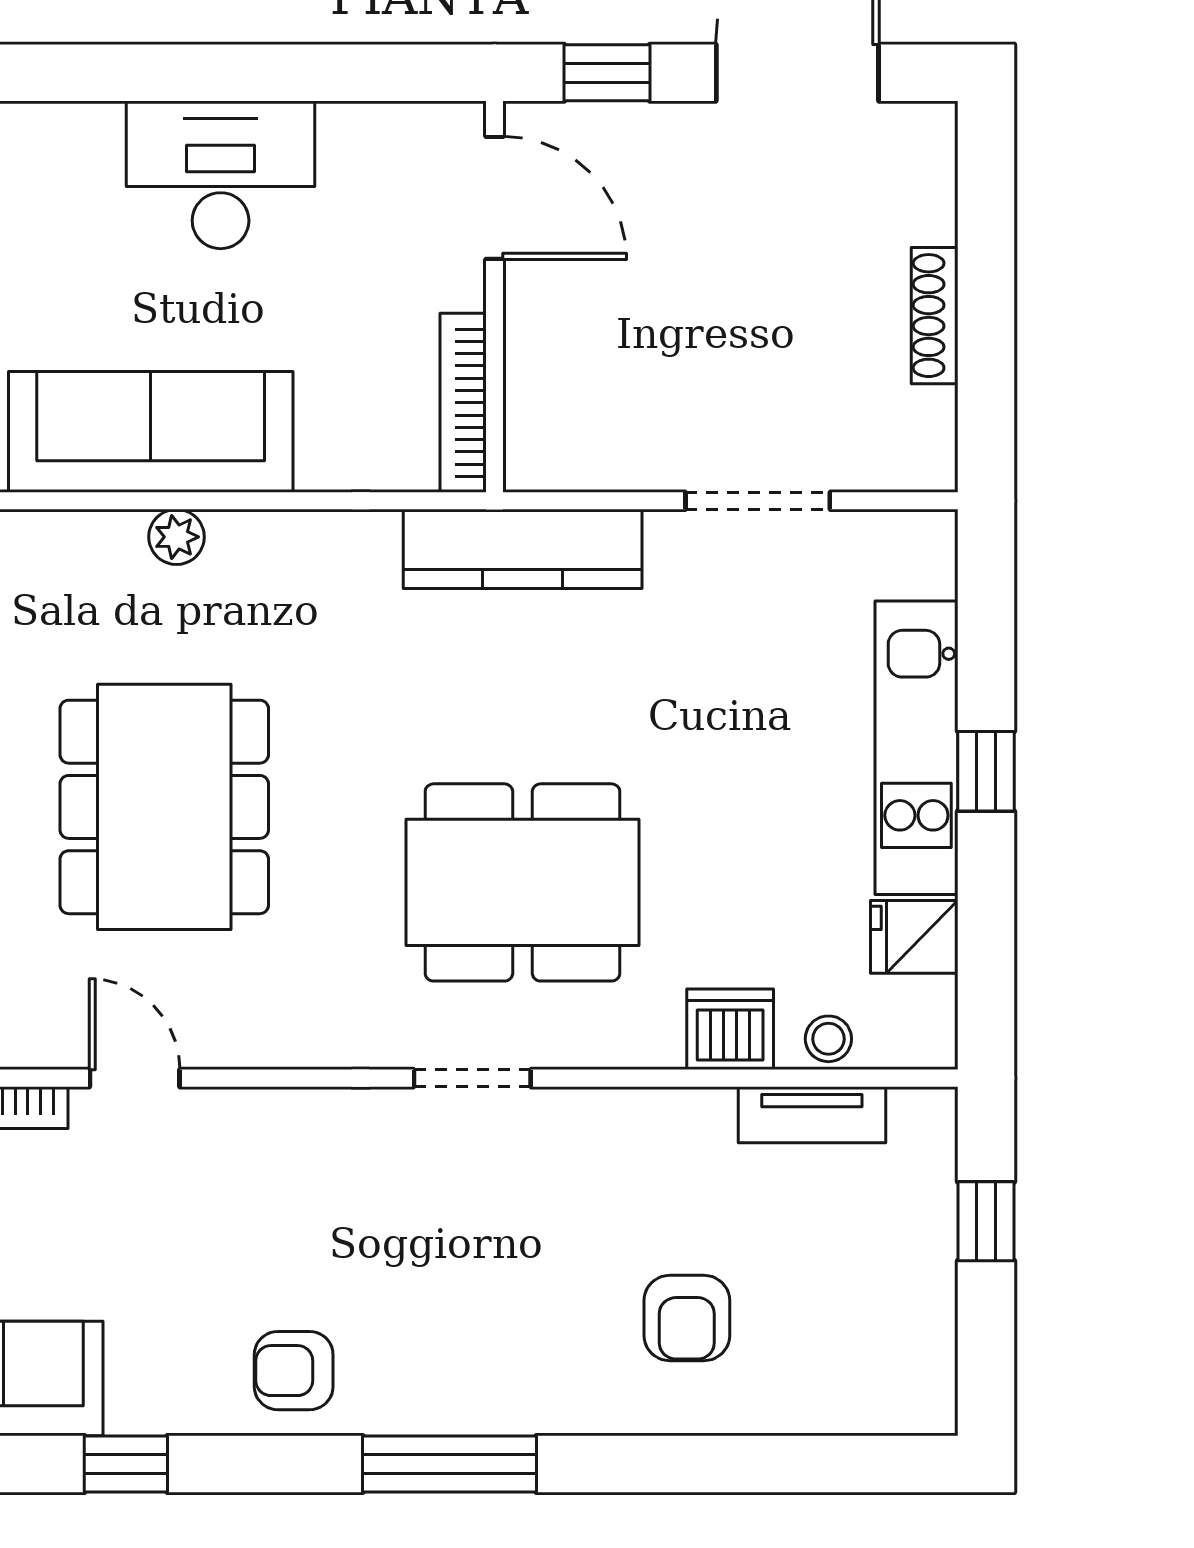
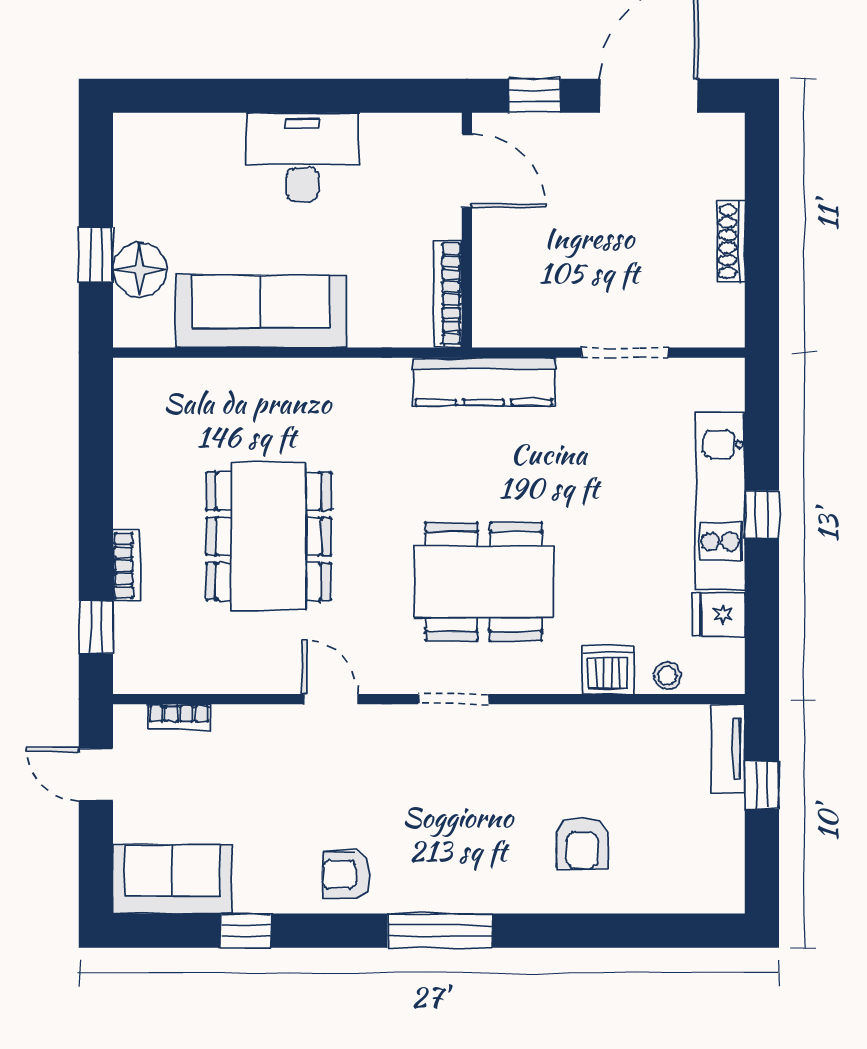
plant: (176, 537) -> (276, 374), removed
door: (135, 1078) -> (330, 699), moved
tv unit: (812, 1115) -> (728, 748), moved, turned 90

